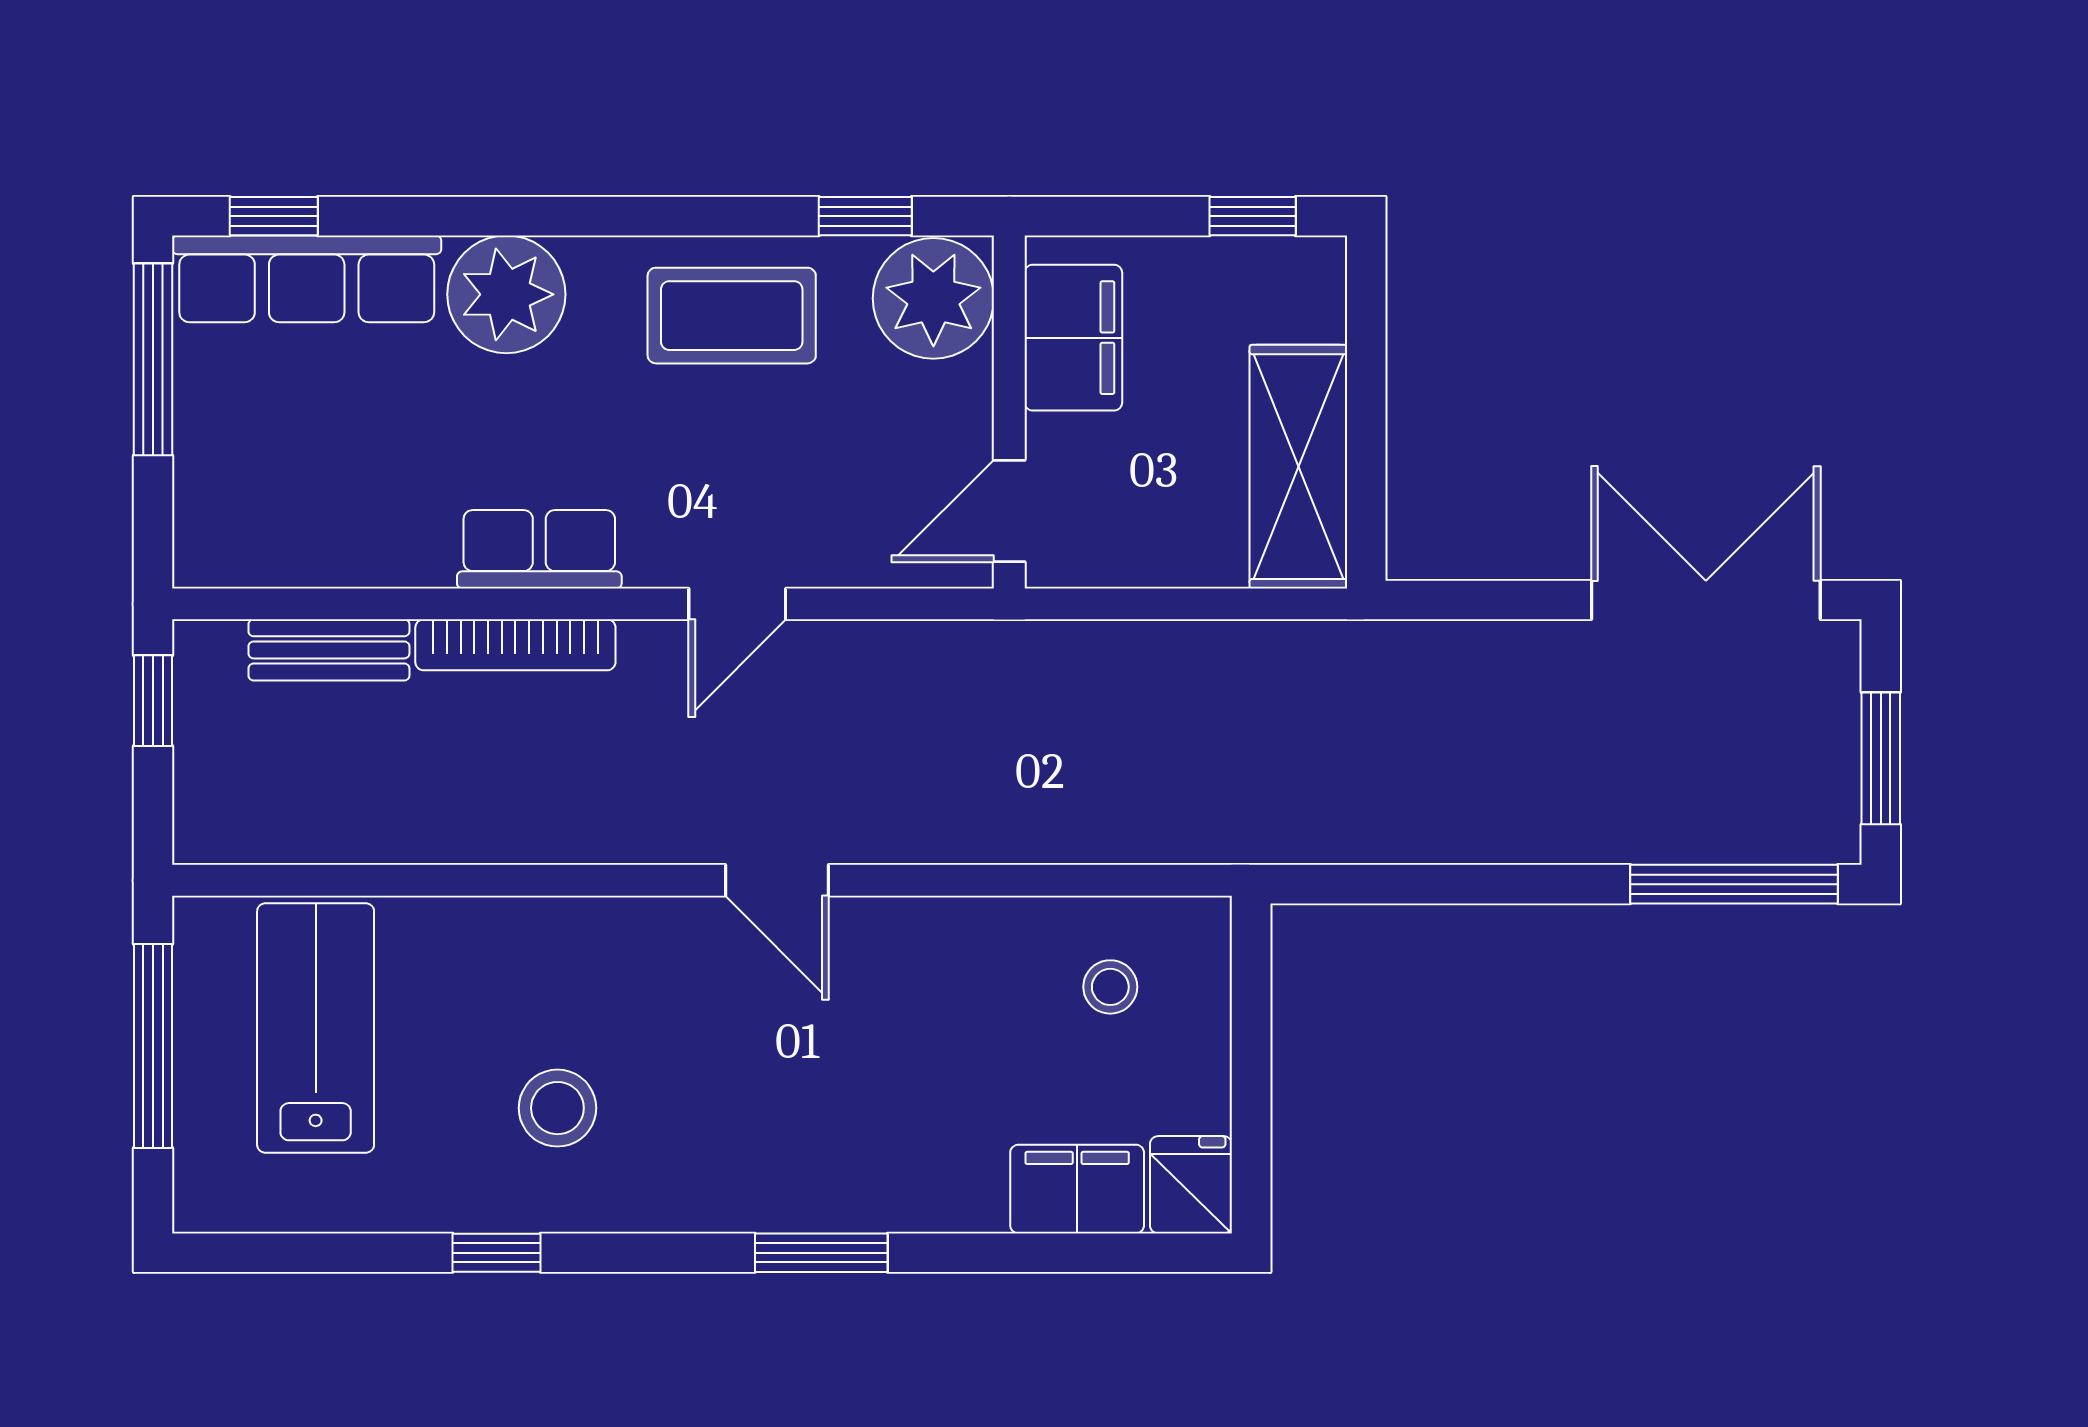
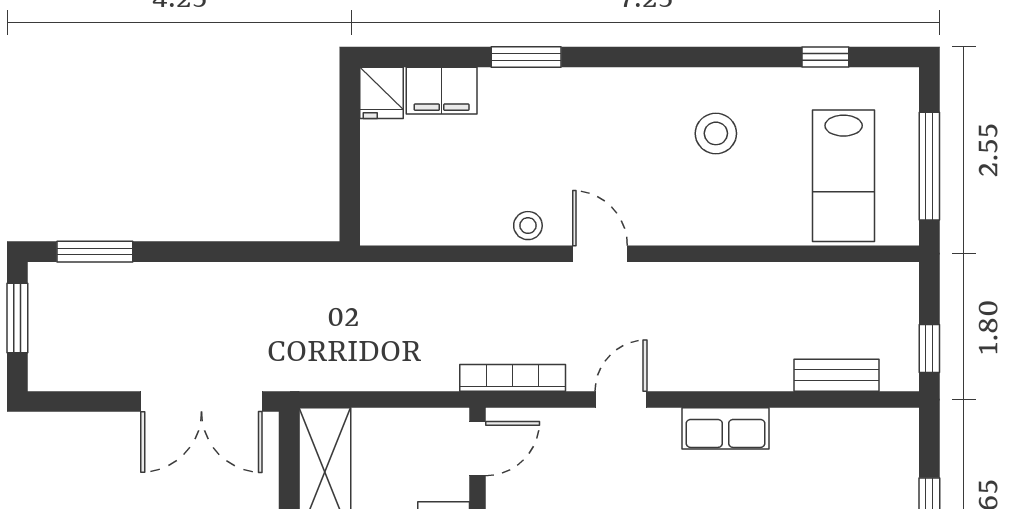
double door: (1706, 600) -> (201, 402), moved
bookcase: (515, 645) -> (513, 378), moved
window: (1734, 884) -> (95, 252), width x0.69
stool: (1110, 987) -> (528, 226), moved
window: (497, 1253) -> (825, 57), moved
window: (821, 1253) -> (526, 57), moved

